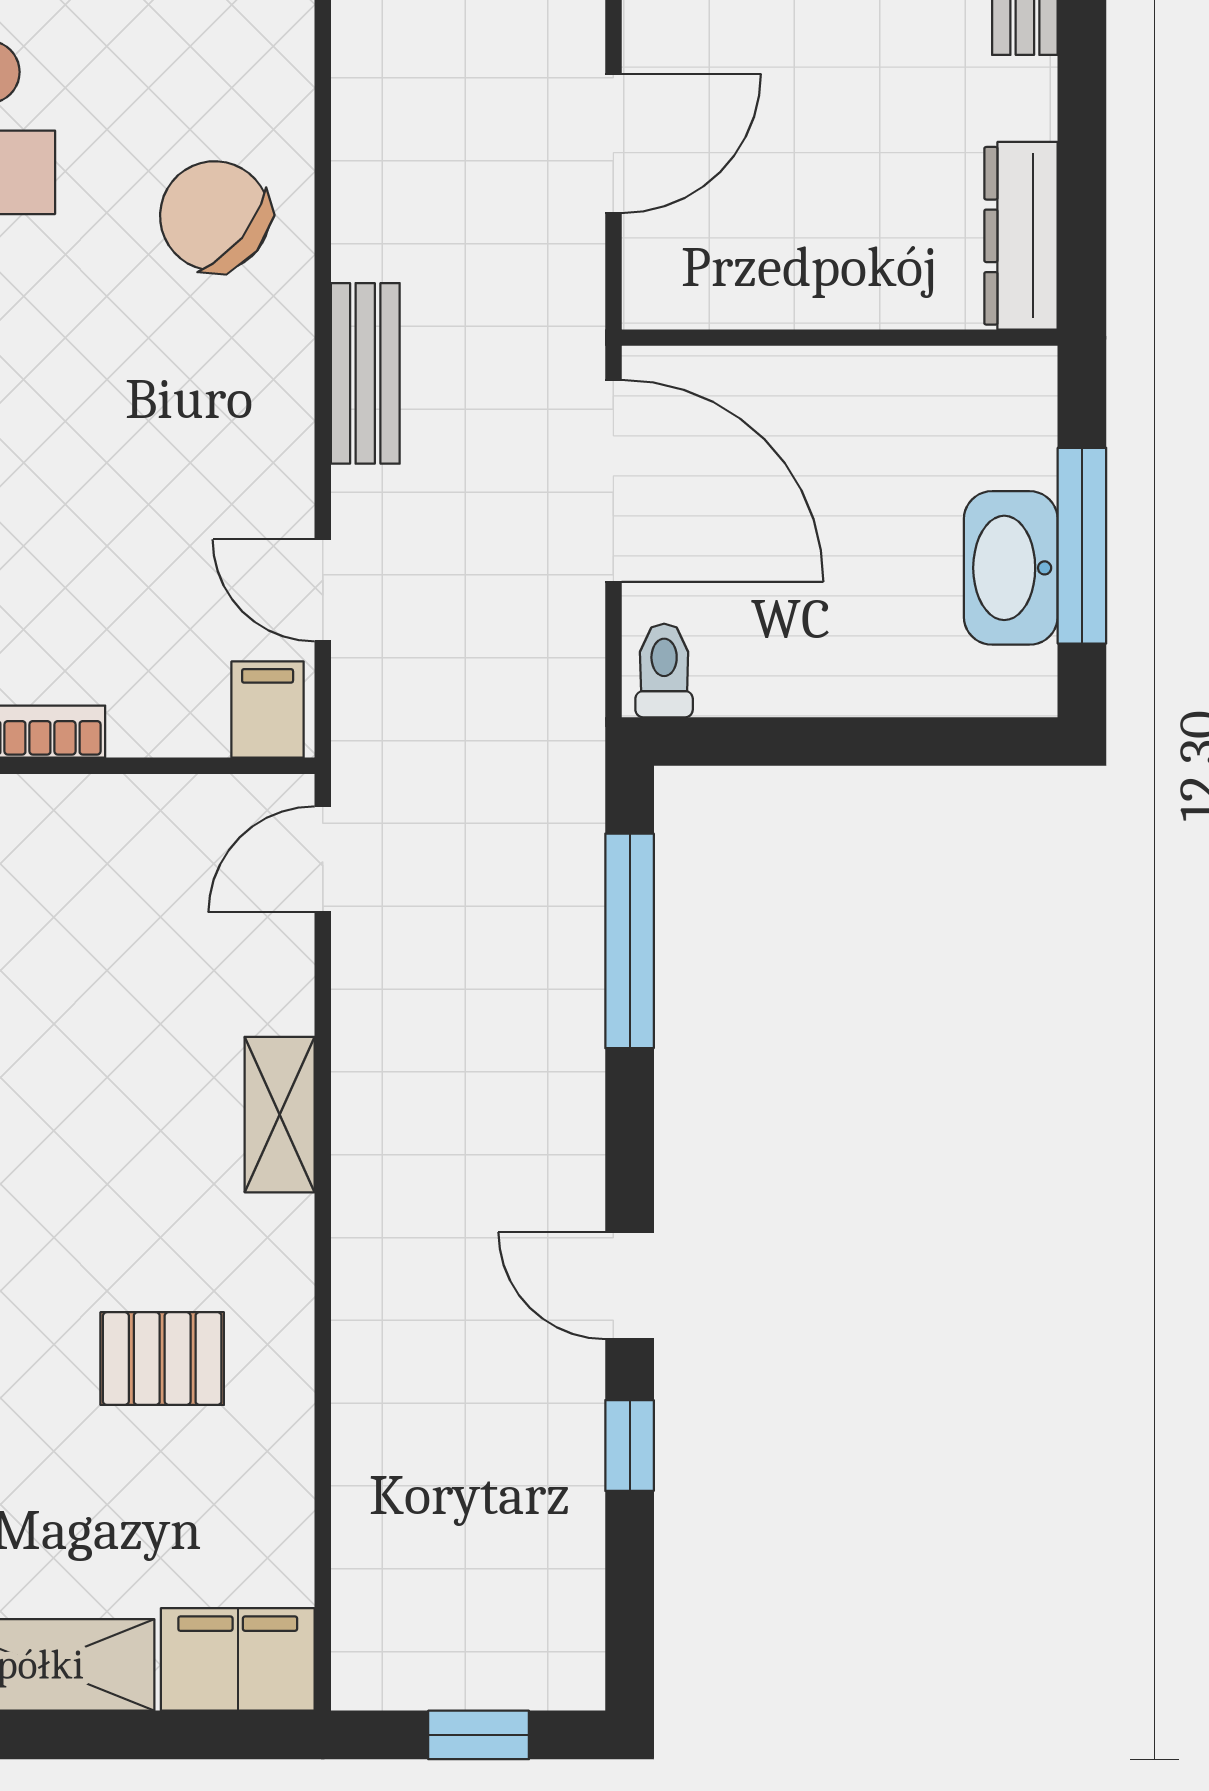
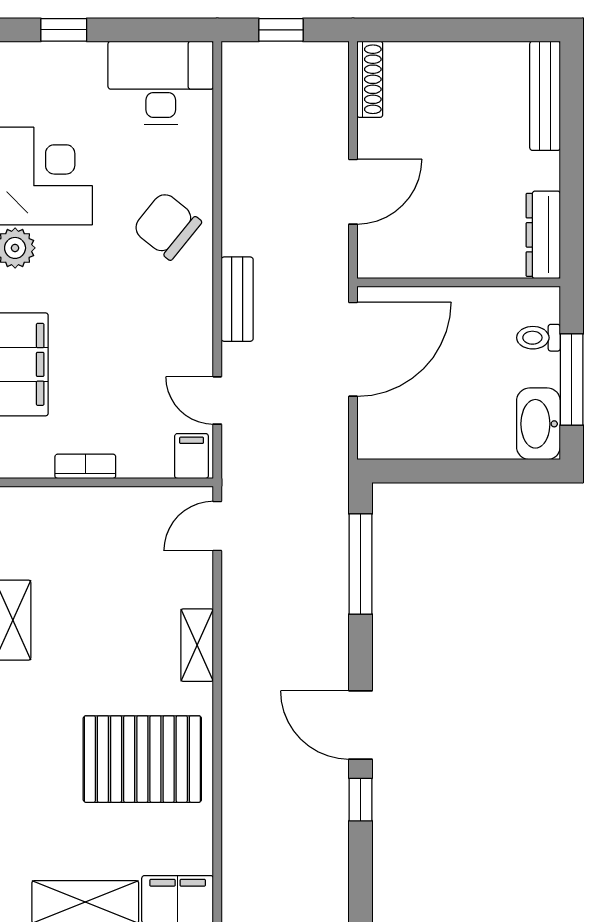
door: (613, 481) -> (353, 349), hinge flipped
washbasin: (1011, 568) -> (538, 424), moved
toilet: (664, 670) -> (539, 338), moved, turned -90
door: (630, 1286) -> (361, 725), width x1.38
pallet: (162, 1359) -> (142, 759), width x2.05, depth x2.00

